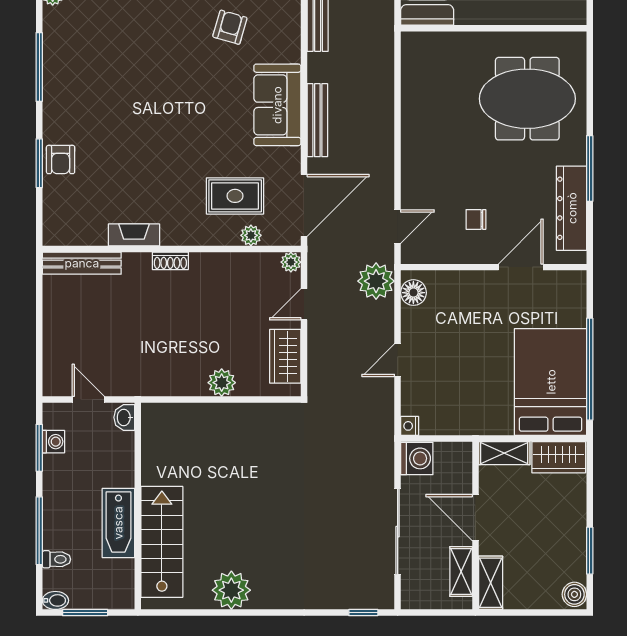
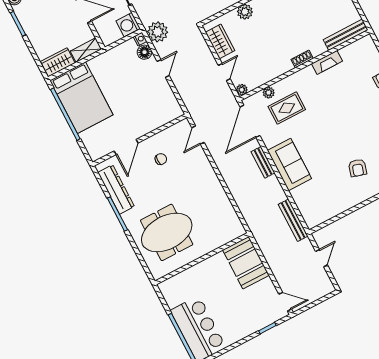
armchair: (230, 27) -> (358, 168), moved
bench: (317, 120) -> (263, 162), width x0.73
plant: (376, 281) -> (158, 32), moved
floor lamp: (413, 293) -> (145, 52), moved

